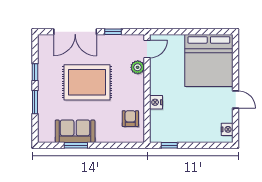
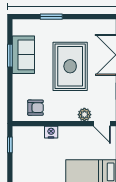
window: (35, 72) -> (80, 17), removed

